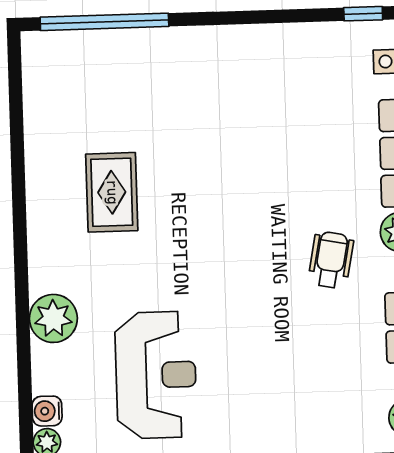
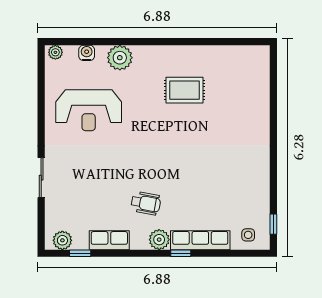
window: (104, 22) -> (273, 89), removed
water cooler: (47, 411) -> (87, 53), moved

